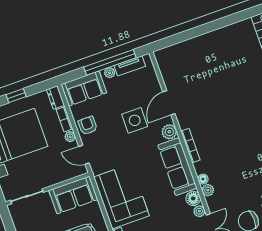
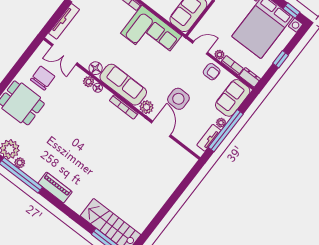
plant: (199, 211) -> (85, 61), removed

